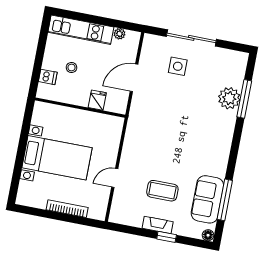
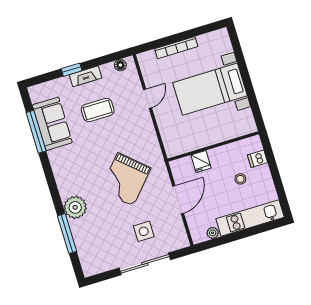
plant: (229, 98) -> (75, 207), moved
grand piano: (170, 119) -> (125, 179), added
floor lamp: (208, 235) -> (120, 65), moved

